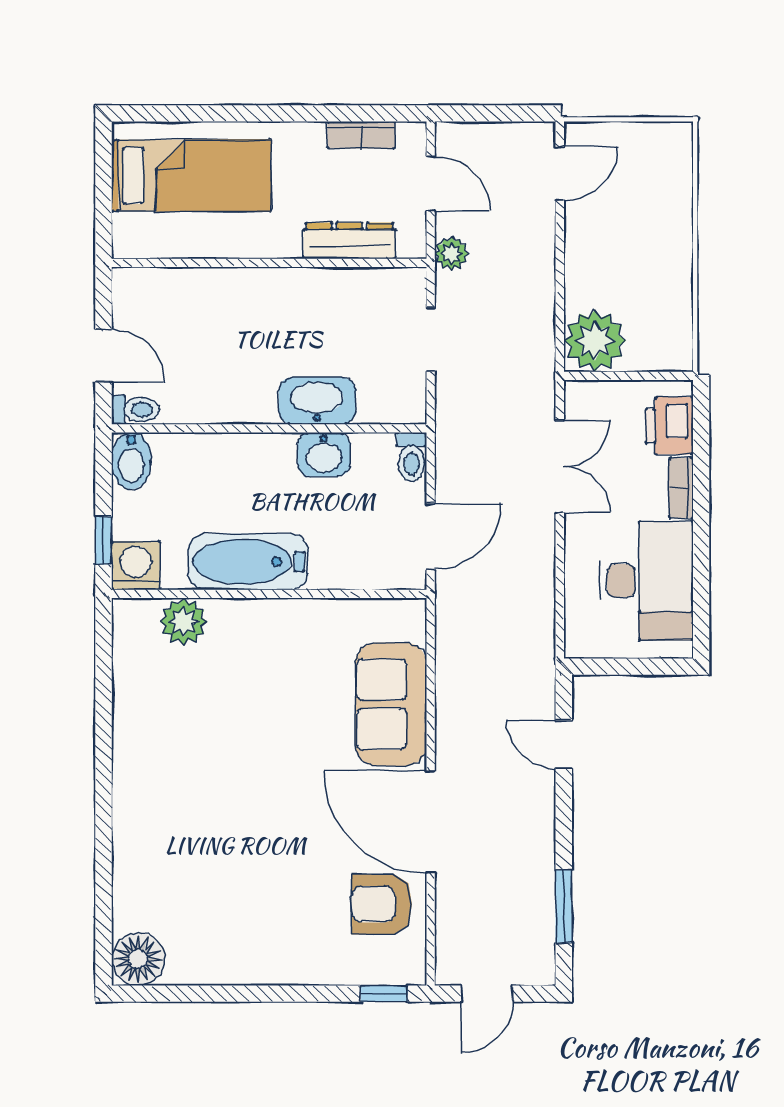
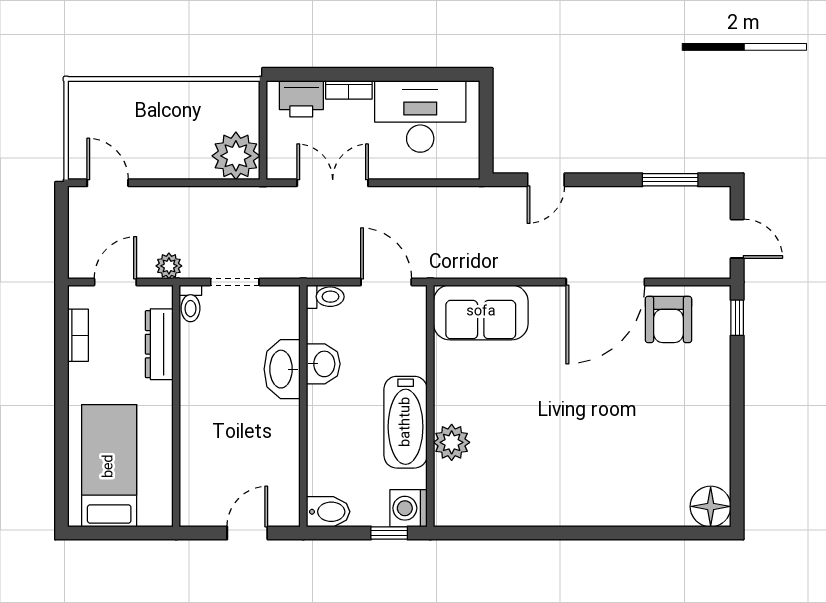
toilet: (135, 410) -> (190, 303), moved, turned 180
plant: (184, 622) -> (452, 442), moved
sofa: (391, 704) -> (481, 312), moved

